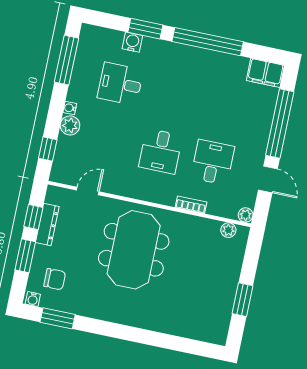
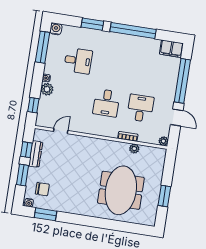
water cooler: (132, 42) -> (56, 29), moved
desk: (120, 84) -> (78, 61), turned 180
plant: (228, 230) -> (134, 149), moved
meeting table: (134, 250) -> (121, 190), moved

